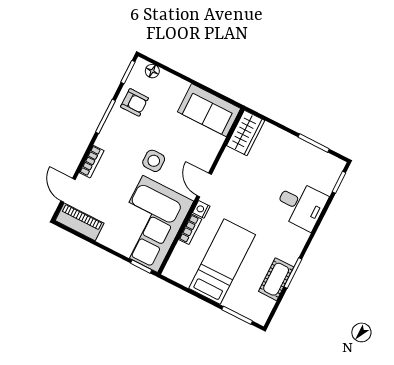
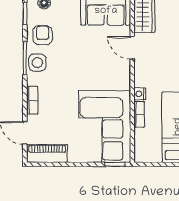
armchair: (134, 102) -> (43, 35), turned -90
side table: (154, 161) -> (37, 63), moved
door: (204, 185) -> (132, 48), moved

